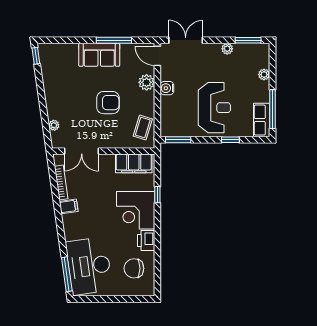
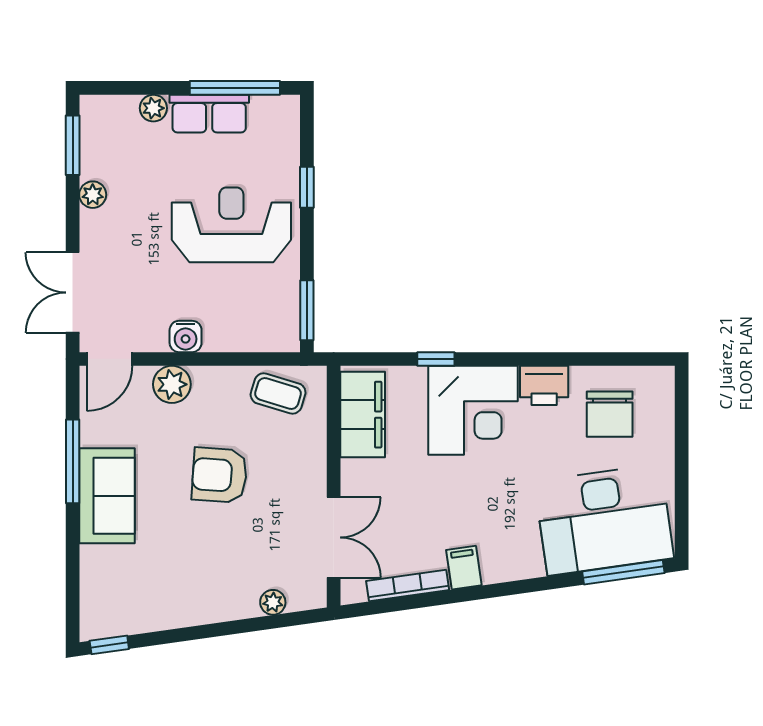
armchair: (108, 103) -> (219, 475), turned -86
row of seats: (262, 120) -> (209, 114), moved

